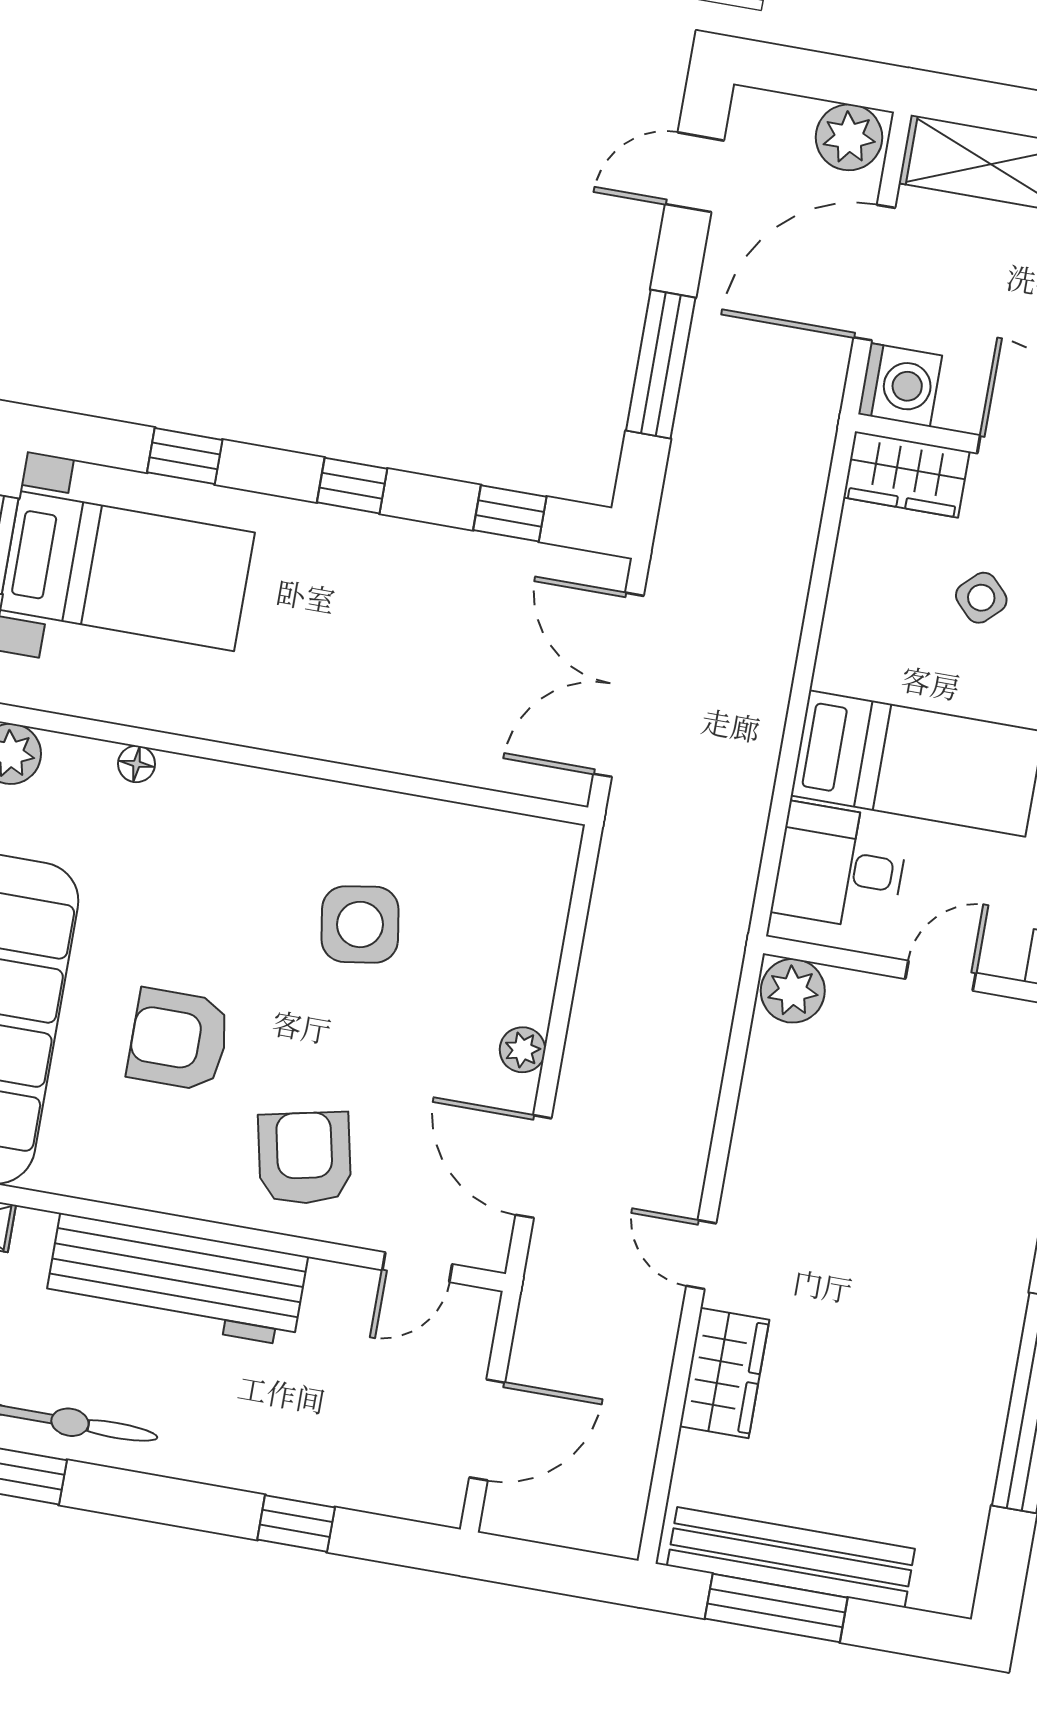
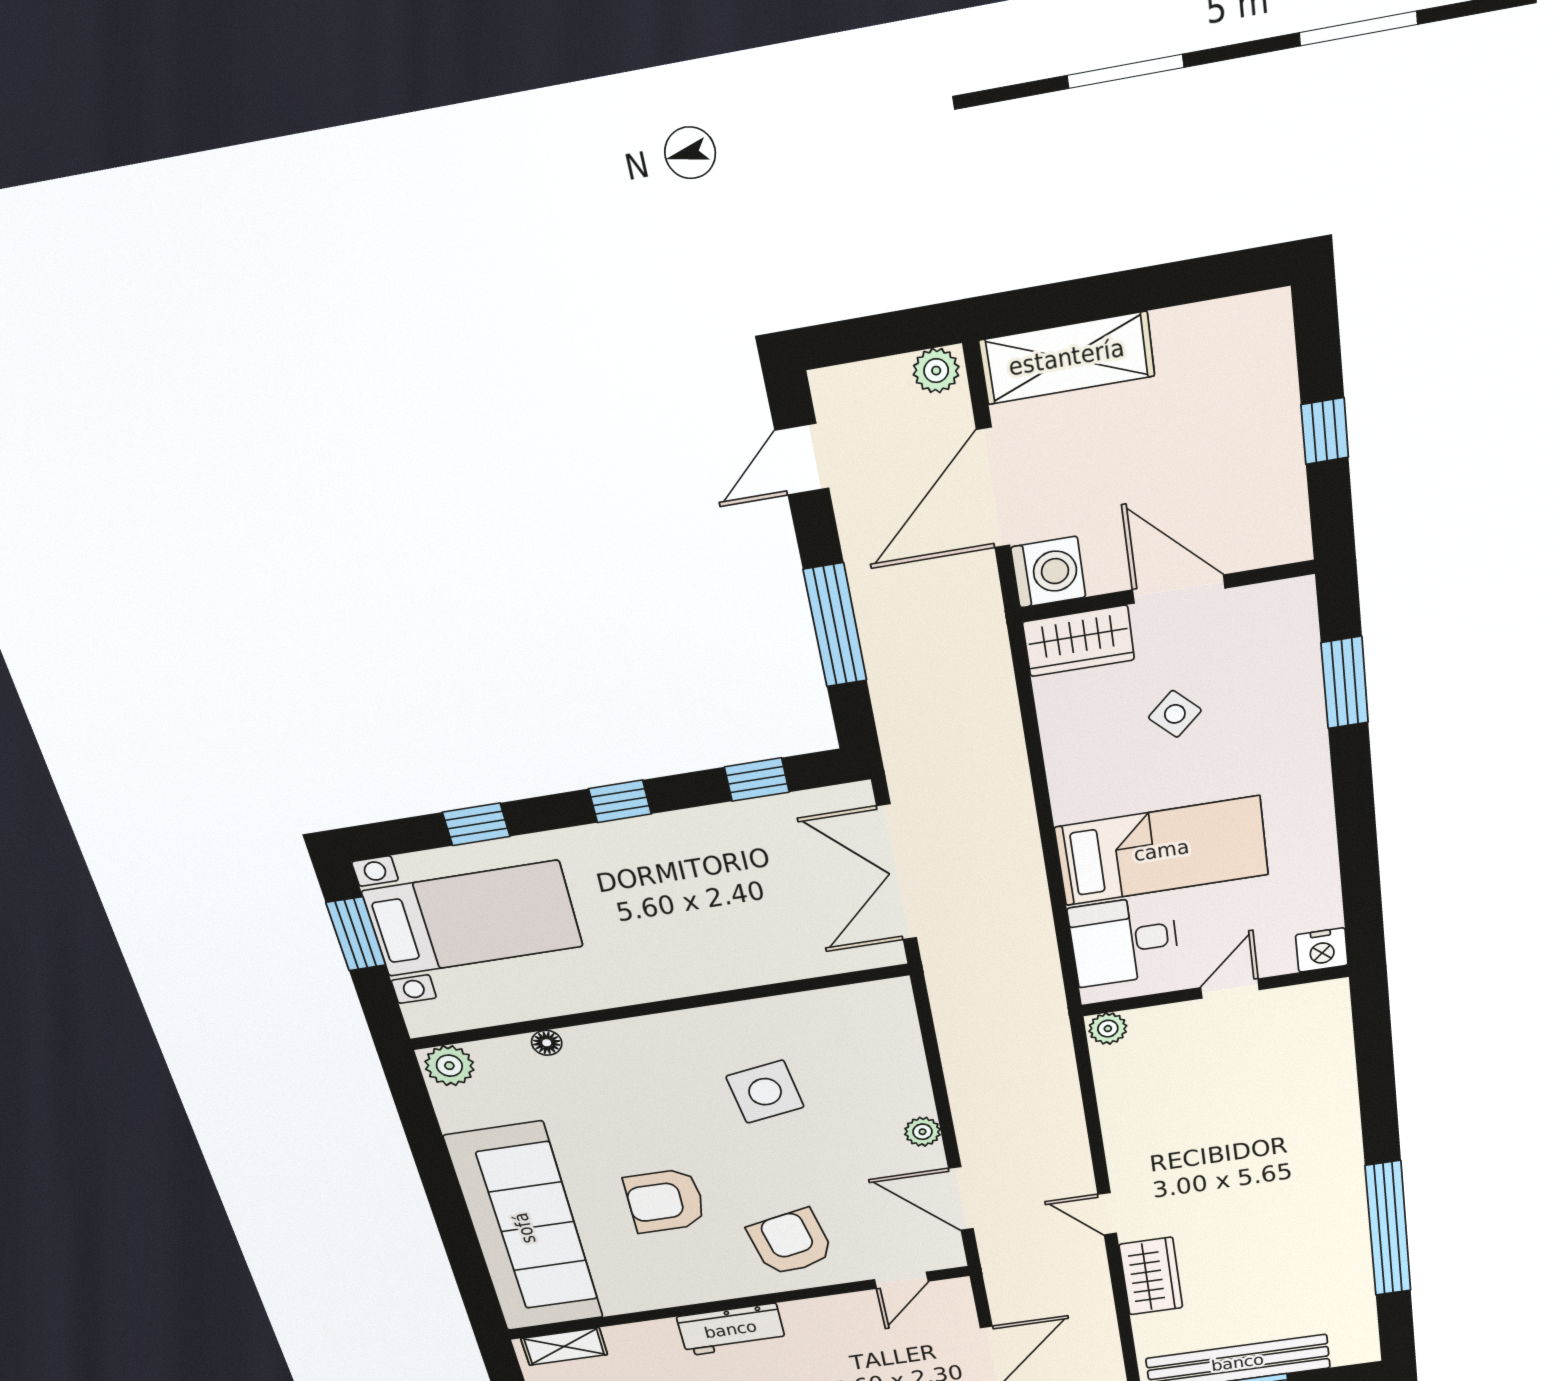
plant: (849, 137) -> (936, 371), width x0.73, depth x0.73
plant: (793, 991) -> (1108, 1029), width x0.73, depth x0.73
workbench: (176, 1280) -> (731, 1330), width x0.53, depth x0.76

